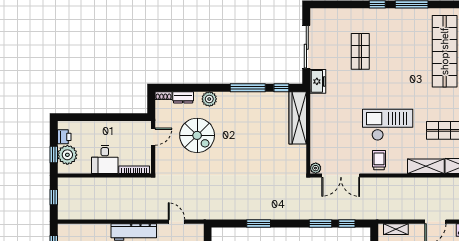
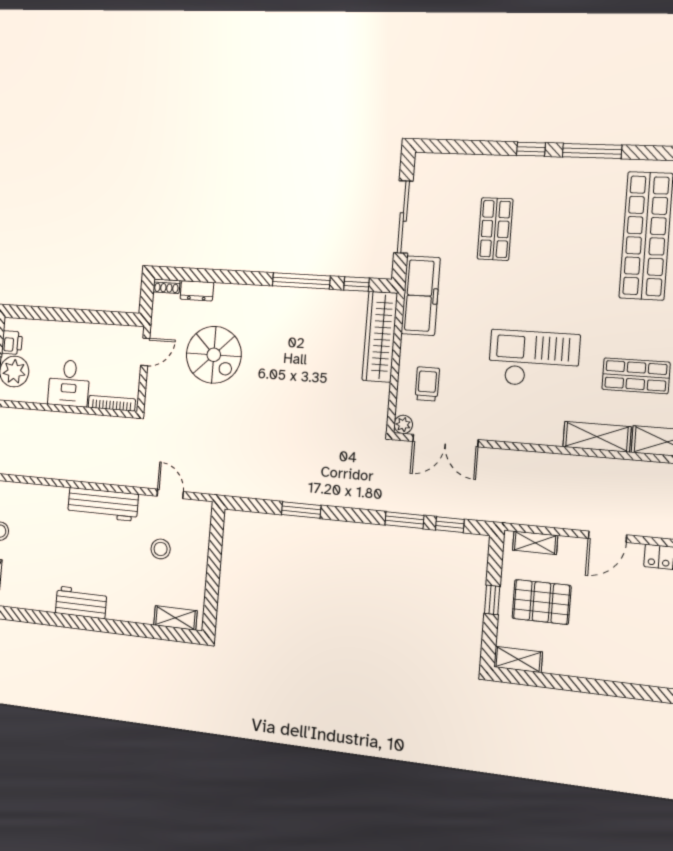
freezer: (318, 81) -> (421, 296), width x1.91, depth x1.26
plant: (209, 99) -> (238, 296), removed
trolley: (379, 160) -> (427, 384), moved

